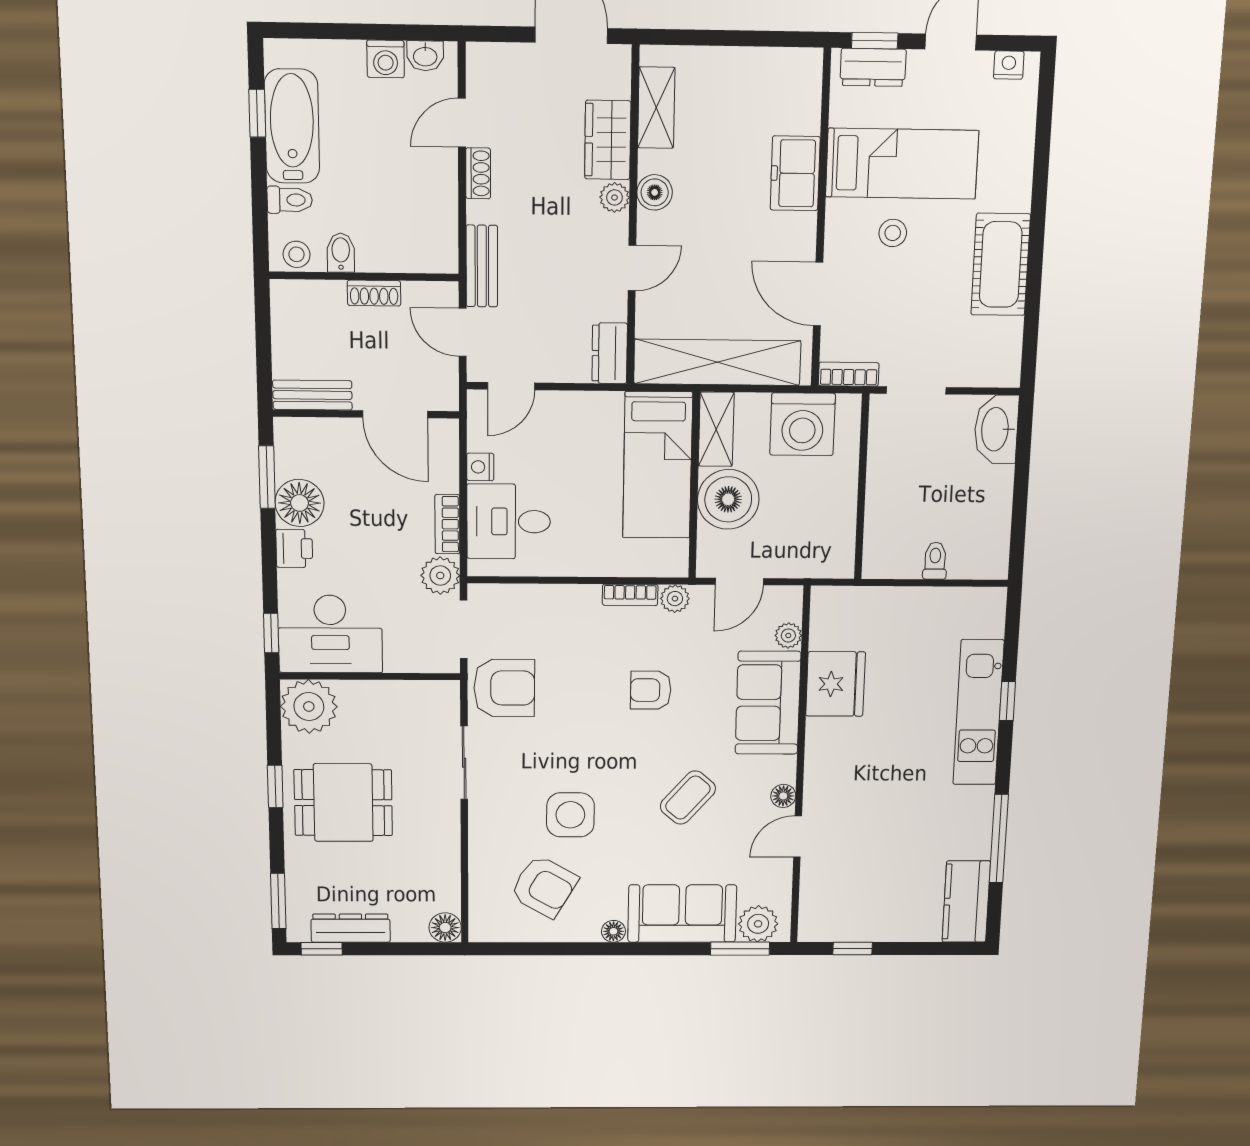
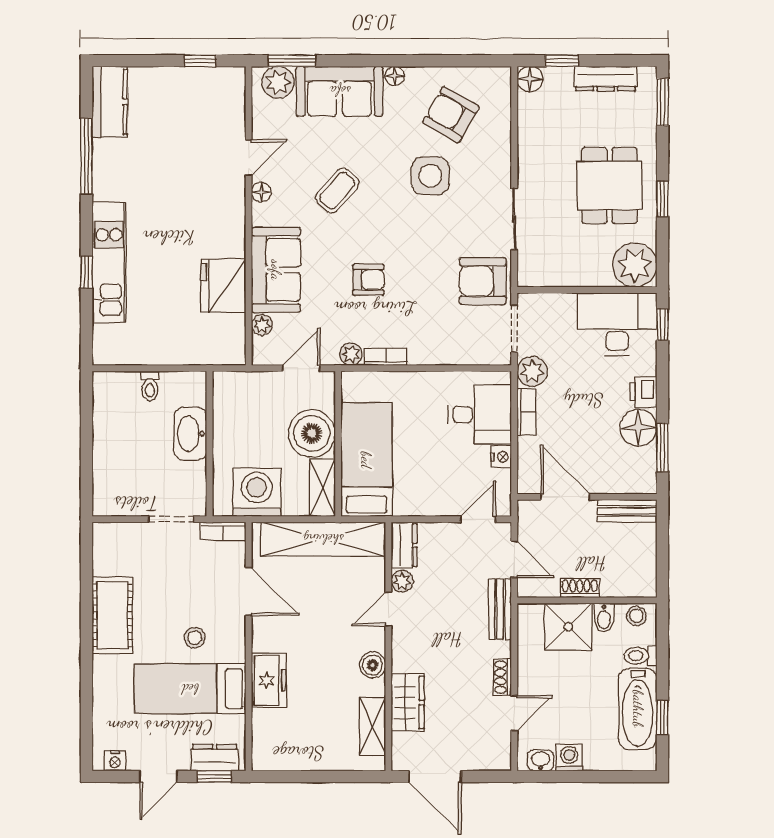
plant: (614, 197) -> (402, 581), moved
shower: (389, 241) -> (568, 627), added
washbasin: (996, 429) -> (190, 434), moved, turned 180
dining table: (343, 803) -> (609, 186), turned 90
window: (322, 949) -> (562, 61), moved

